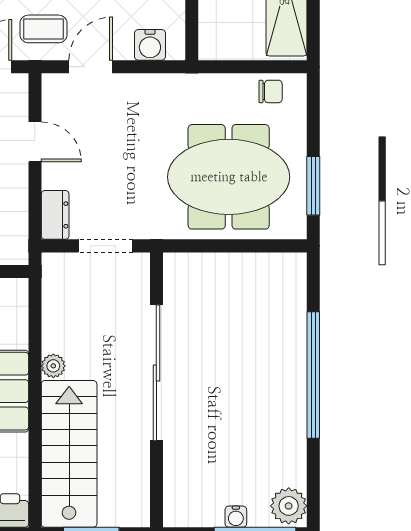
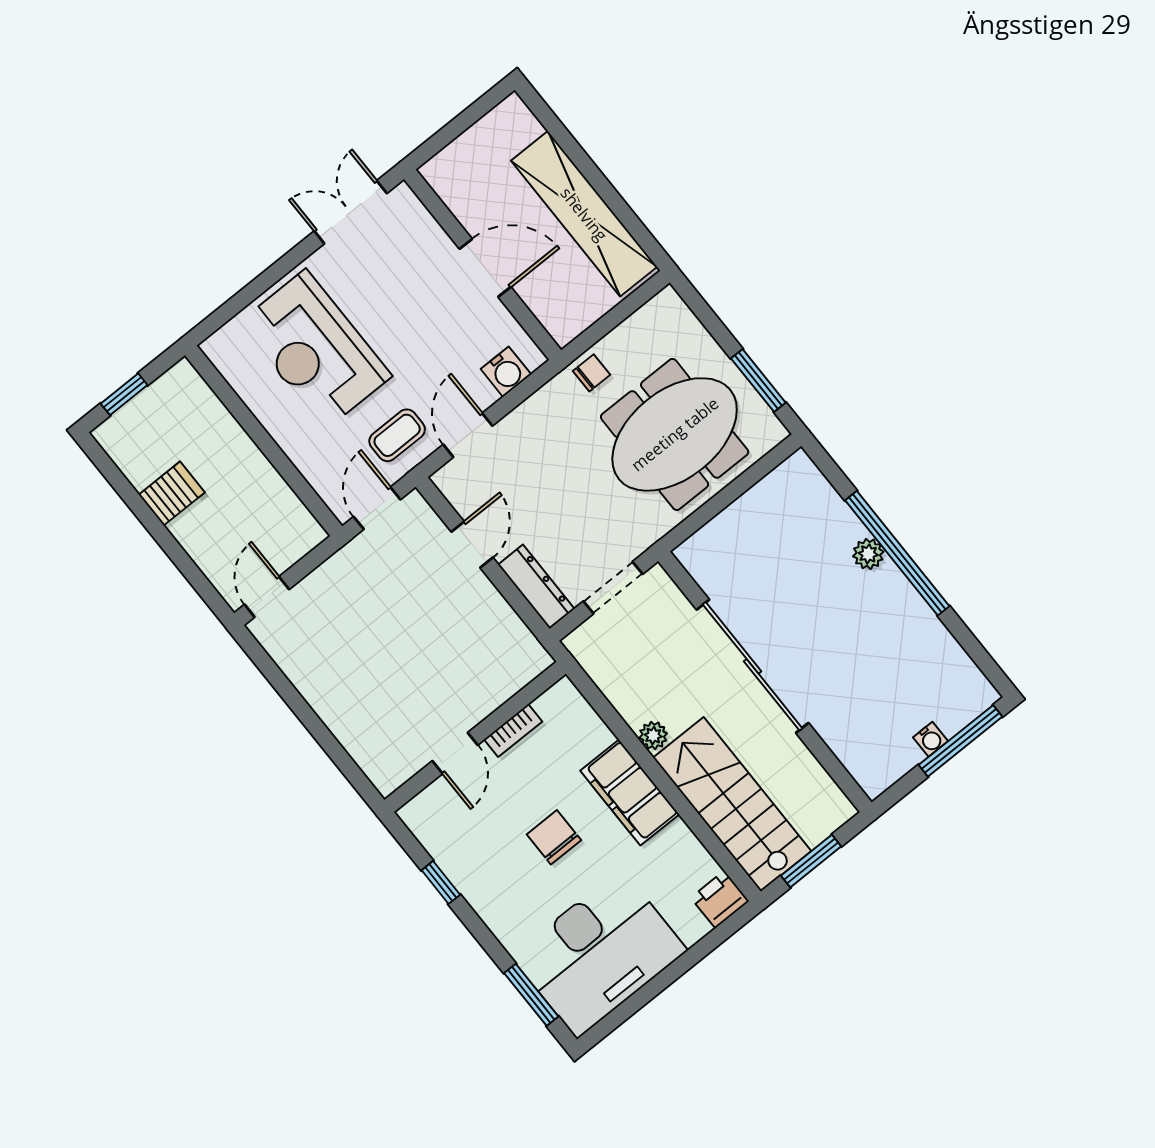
chair: (271, 91) -> (592, 373), moved
door: (35, 142) -> (472, 545), hinge flipped
dresser: (55, 215) -> (536, 587), width x1.44
plant: (289, 506) -> (868, 554), moved, width x0.73, depth x0.73

